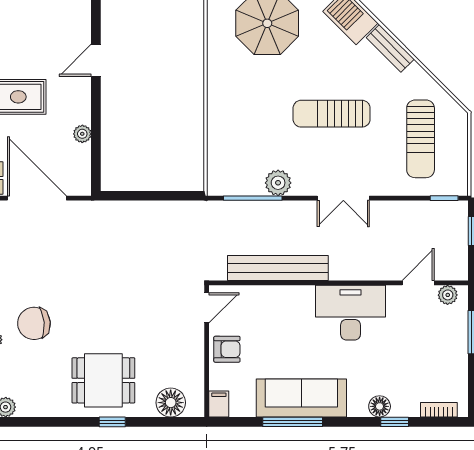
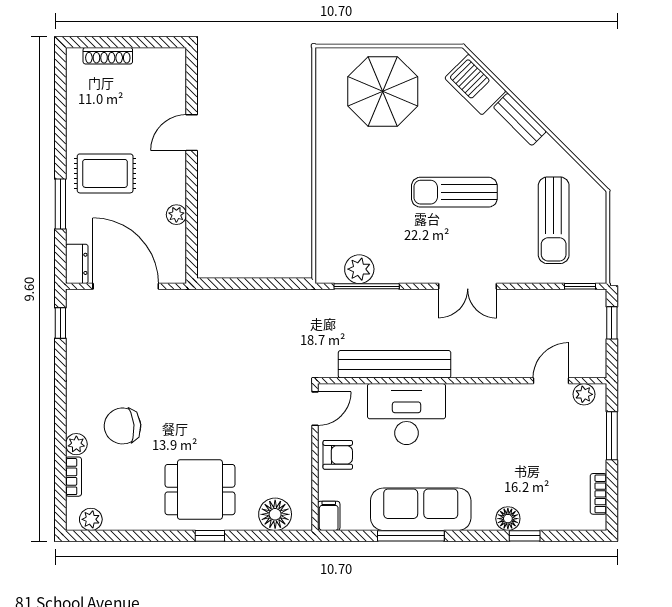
plant: (278, 183) -> (359, 269), moved
desk: (351, 313) -> (406, 414), moved
bookcase: (439, 410) -> (598, 494), moved, turned -90

